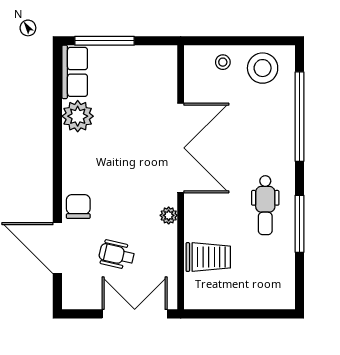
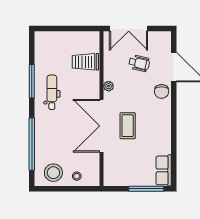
plant: (78, 116) -> (162, 144), removed
coffee table: (136, 148) -> (128, 126), added

